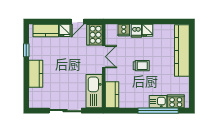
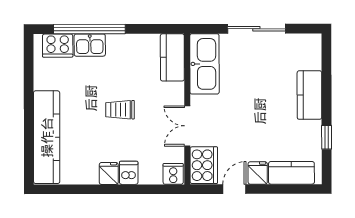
cooker: (124, 30) -> (173, 174), moved

